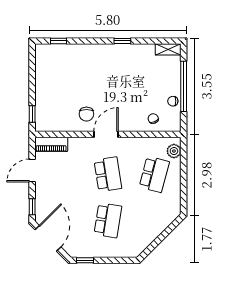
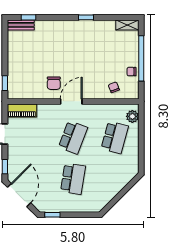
bench: (50, 49) -> (21, 25), added
school desk: (108, 174) -> (73, 137), turned 30

